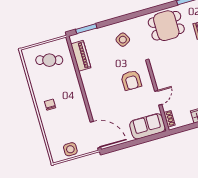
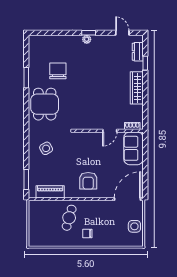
cafe table: (49, 60) -> (69, 218), moved
armchair: (131, 80) -> (88, 181), moved, turned 90
door: (158, 98) -> (110, 131), swing flipped

